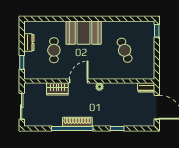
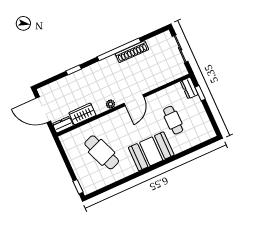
dresser: (29, 43) -> (189, 88), moved
cafe table: (125, 50) -> (102, 152), width x1.37, depth x1.35
wardrobe: (57, 89) -> (82, 114), moved
shoe rack: (77, 122) -> (132, 52), moved

